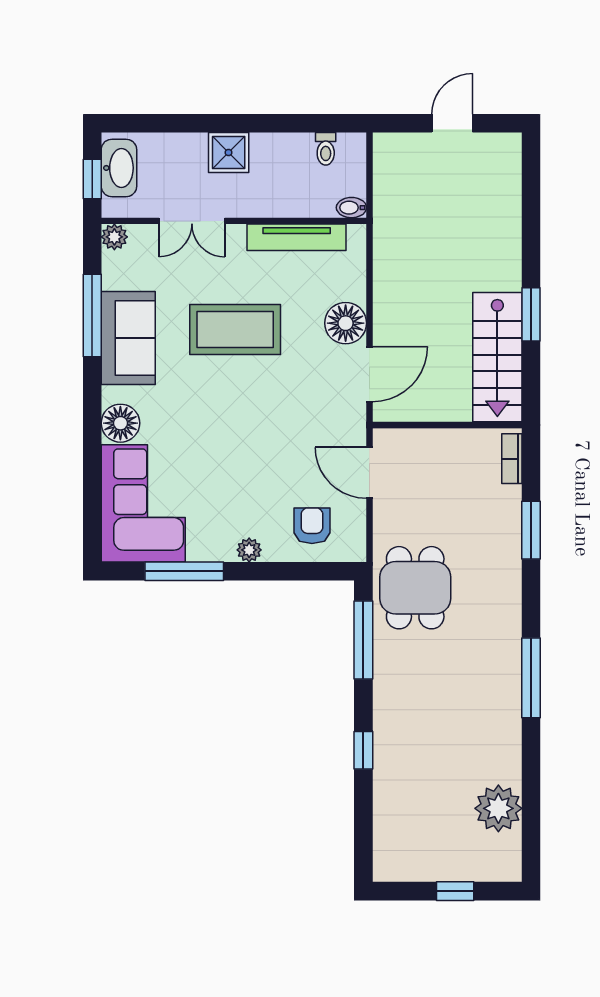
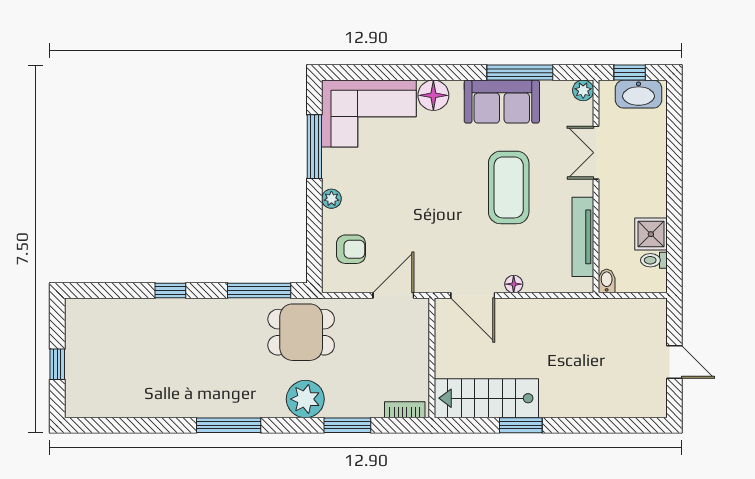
shower: (229, 153) -> (651, 234), moved
floor lamp: (346, 323) -> (514, 284), width x0.53, depth x0.53
plant: (498, 808) -> (305, 399), moved

